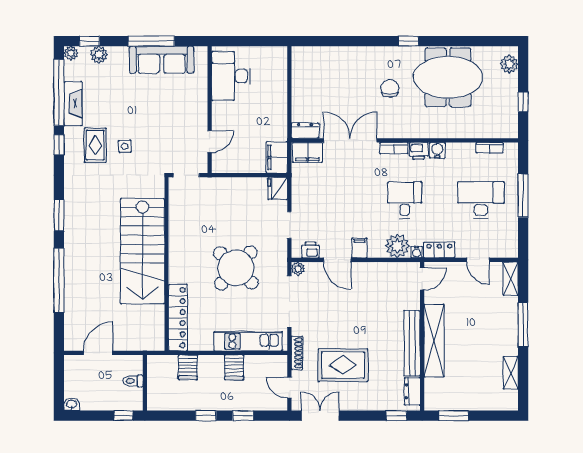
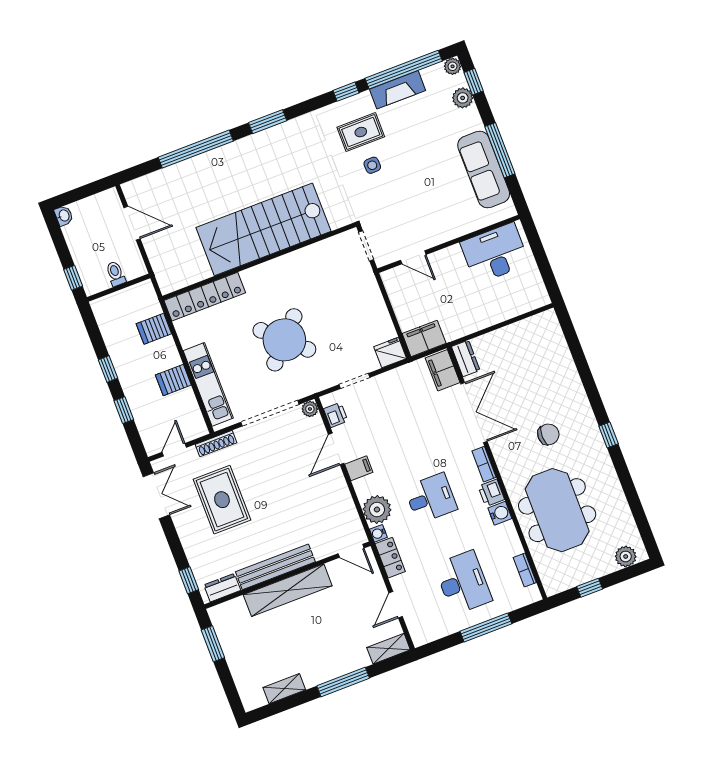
meeting table: (448, 77) -> (557, 510), moved

